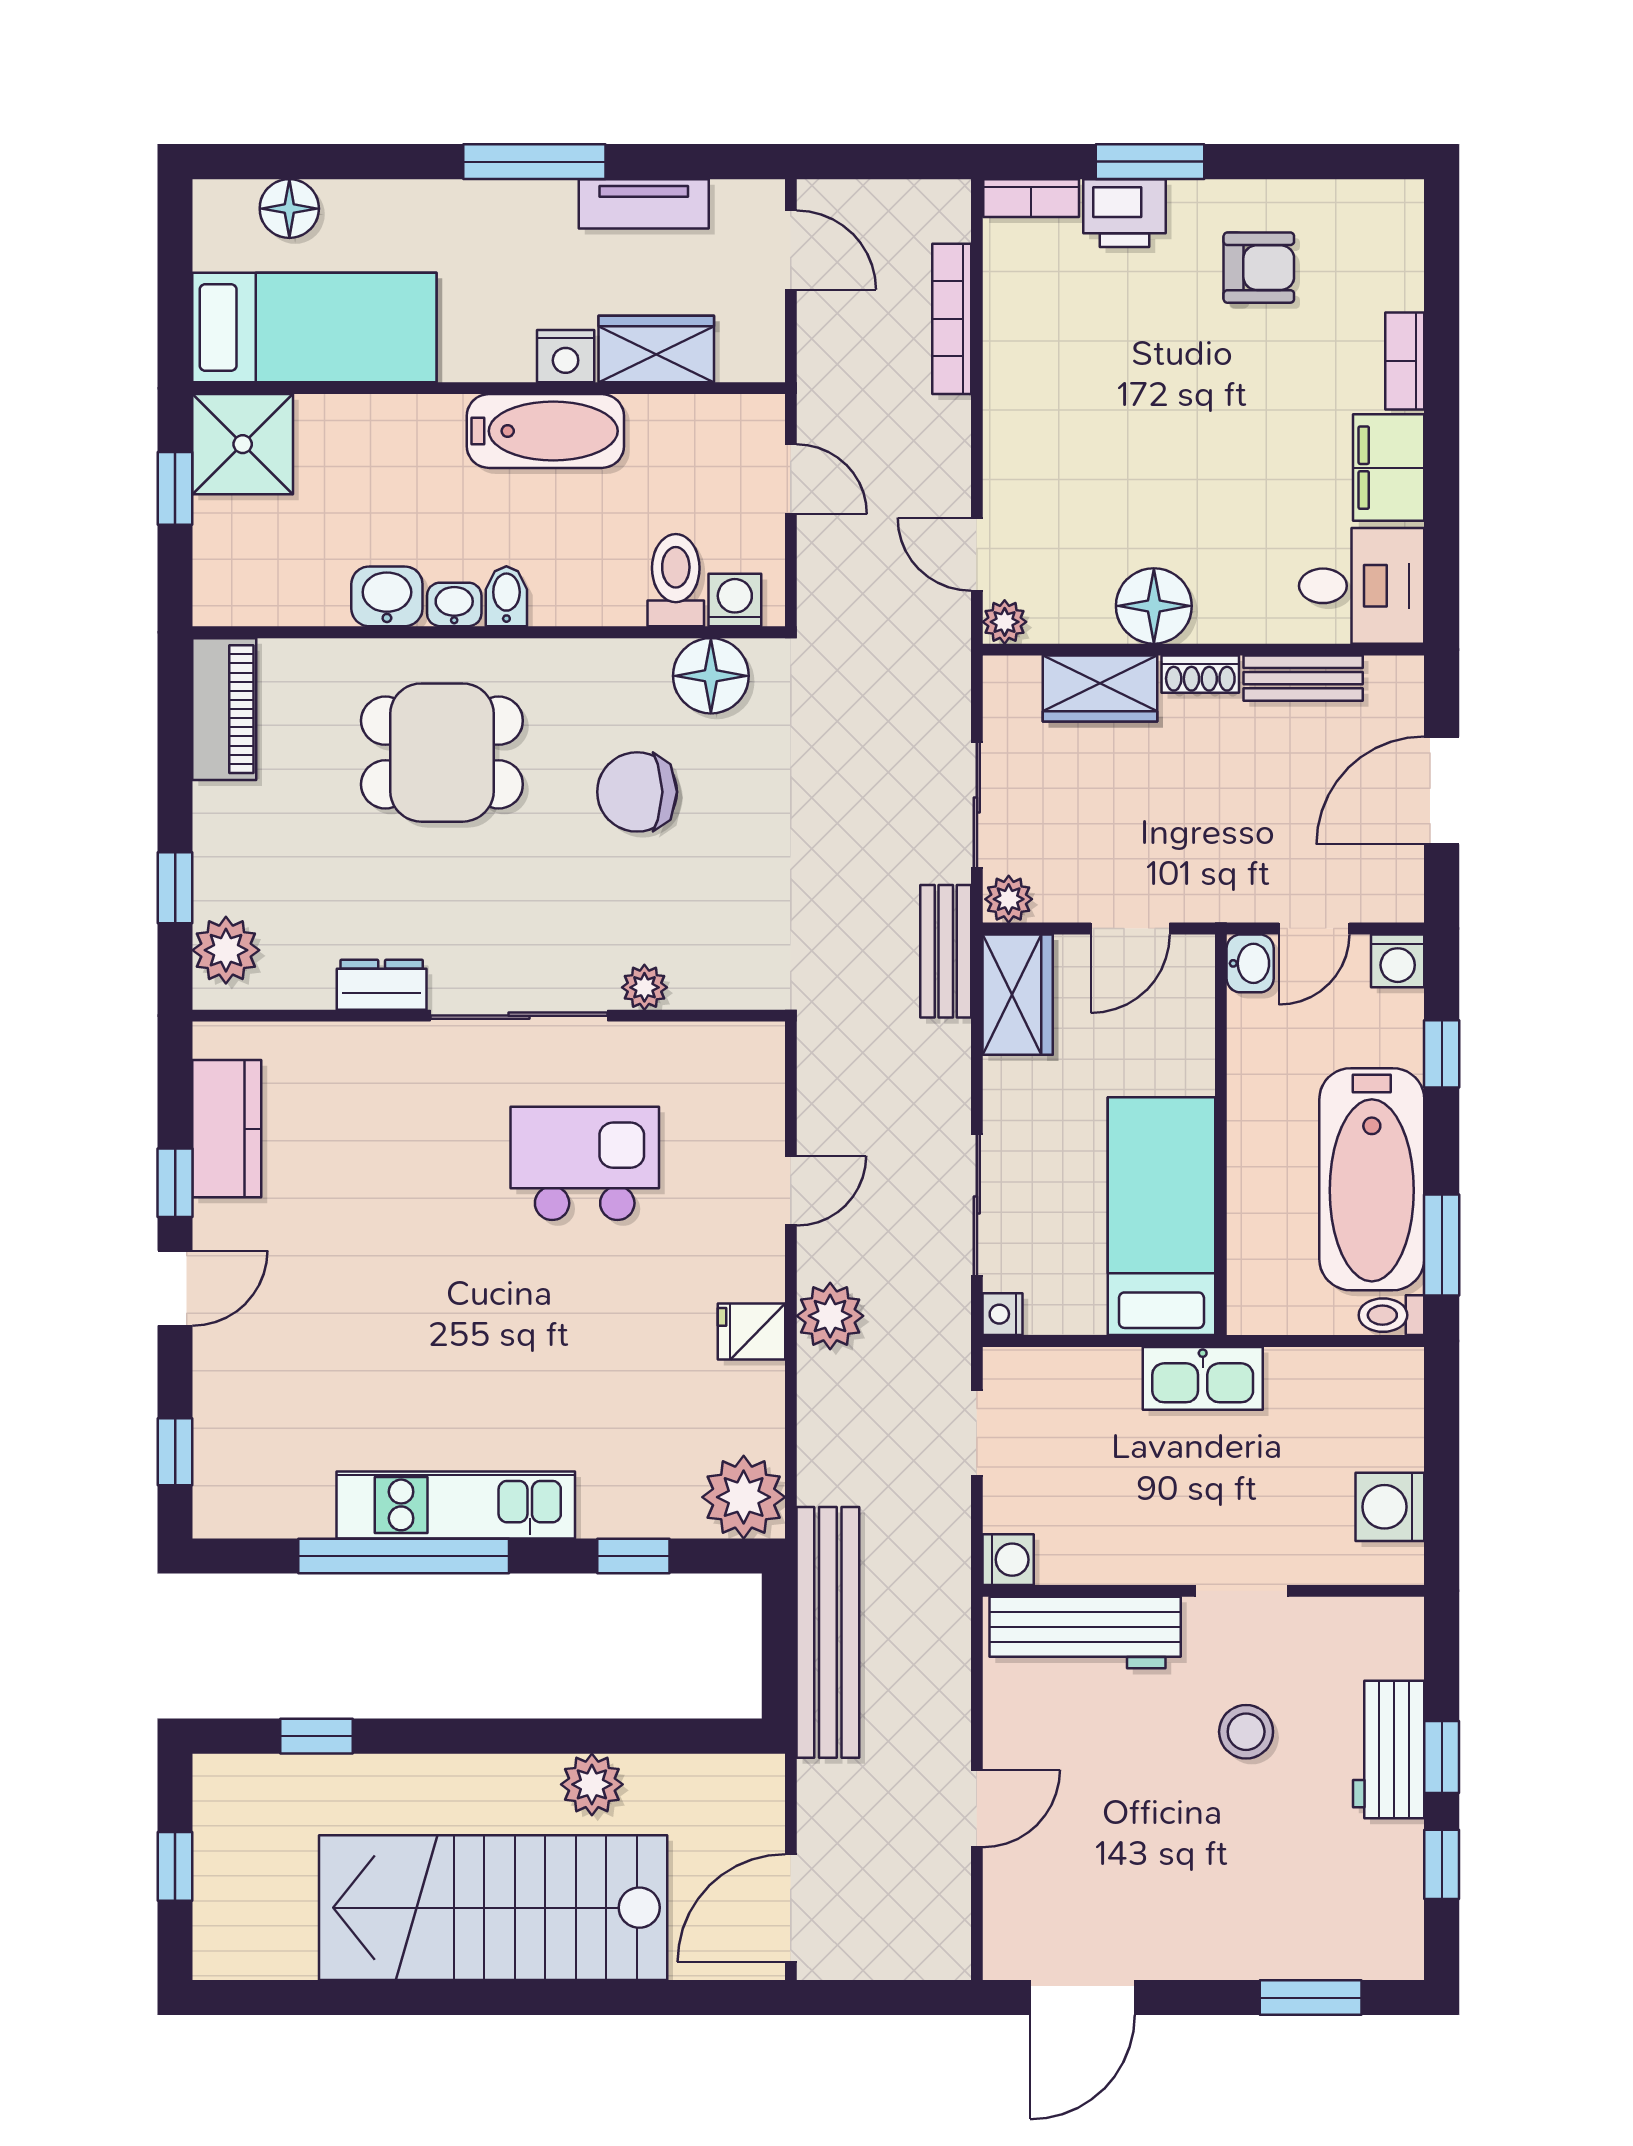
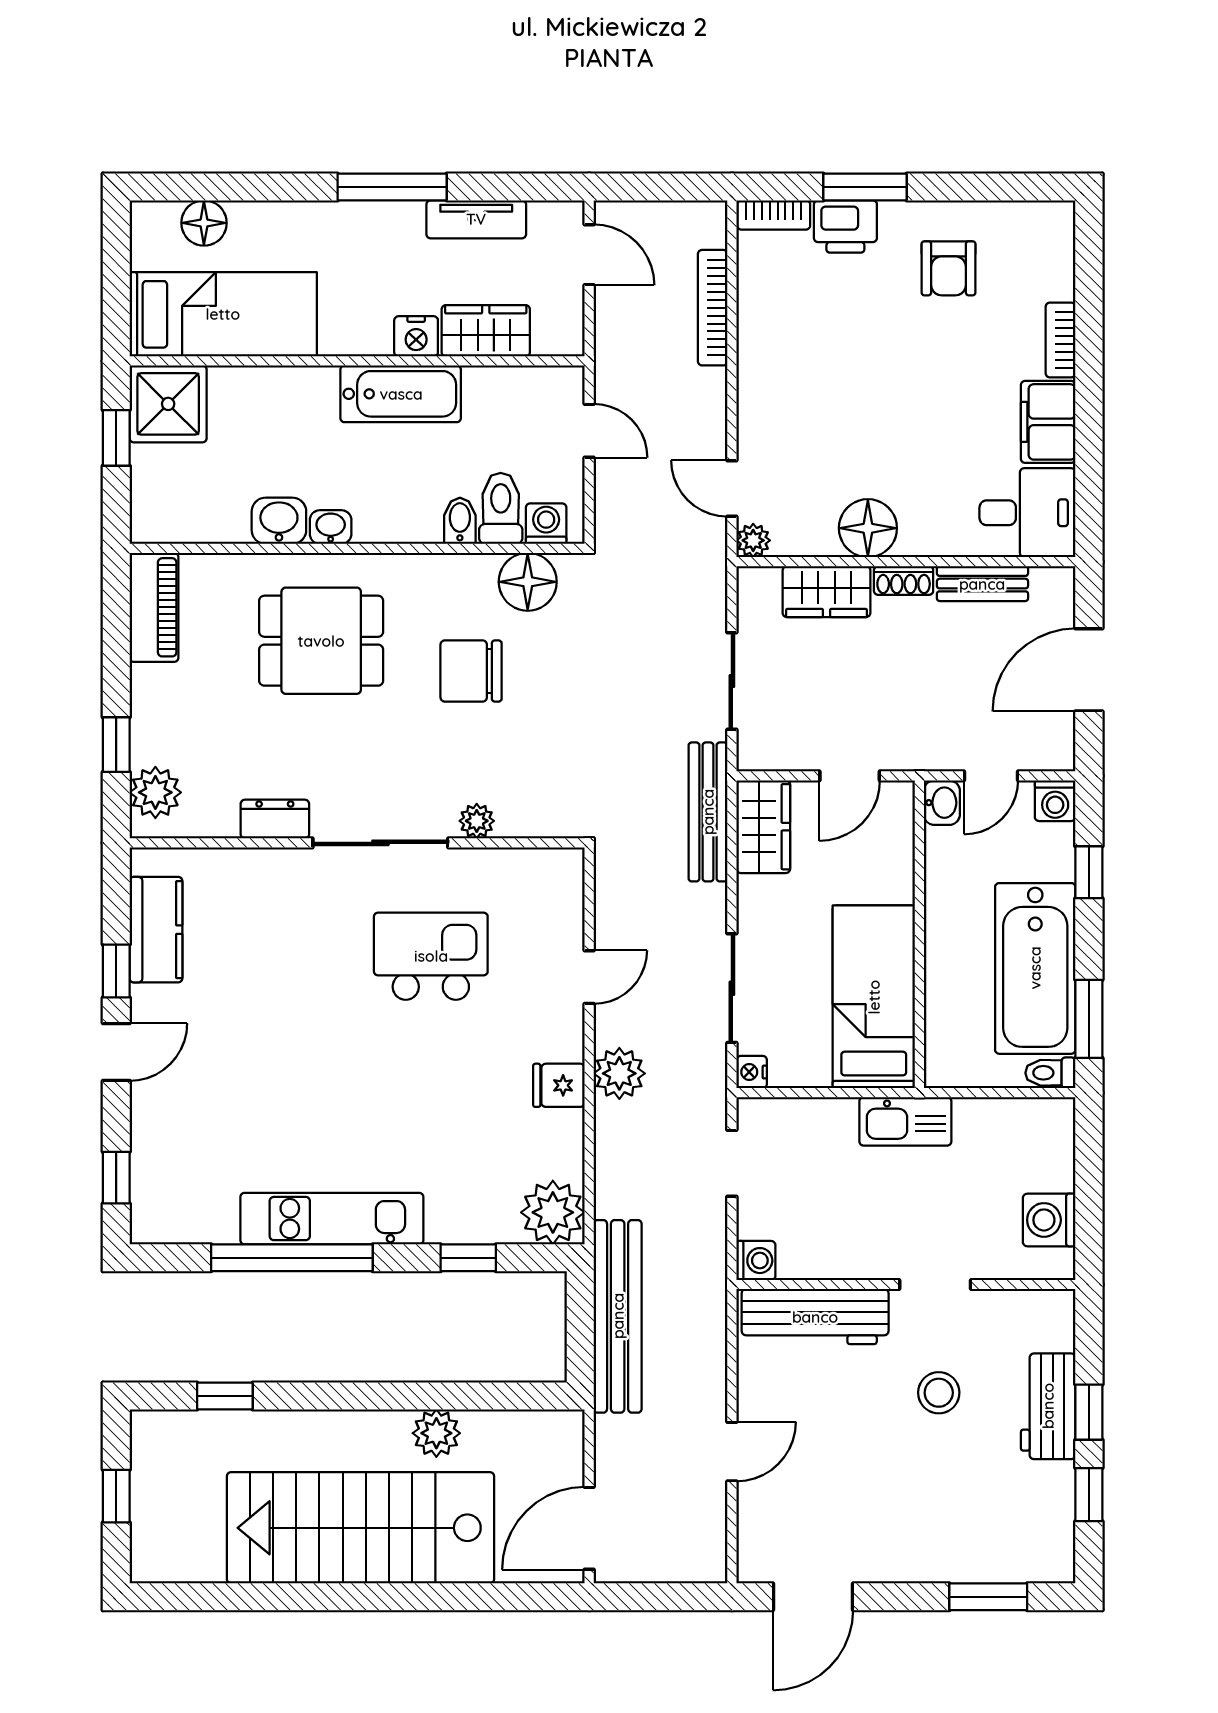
armchair: (1259, 268) -> (949, 268), turned 90
bidet: (506, 596) -> (460, 521), moved
plant: (1009, 899) -> (756, 753), removed
bench: (946, 951) -> (708, 812), width x1.36

